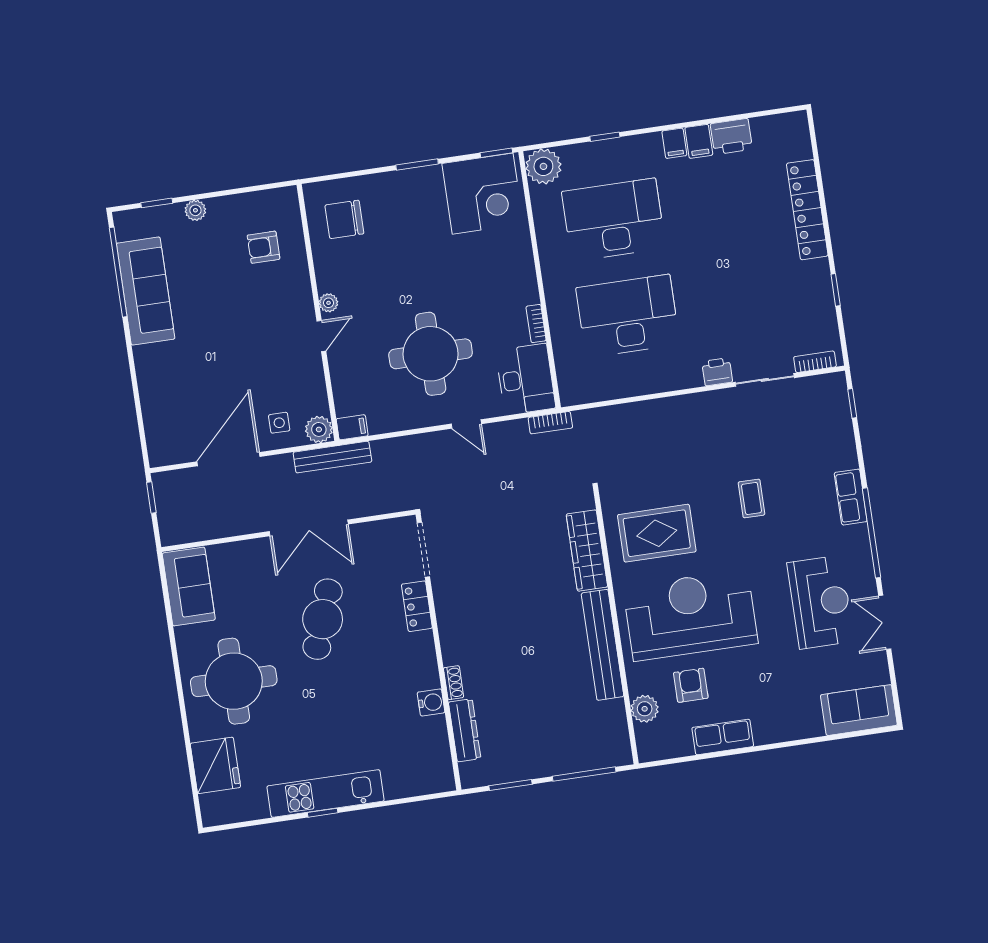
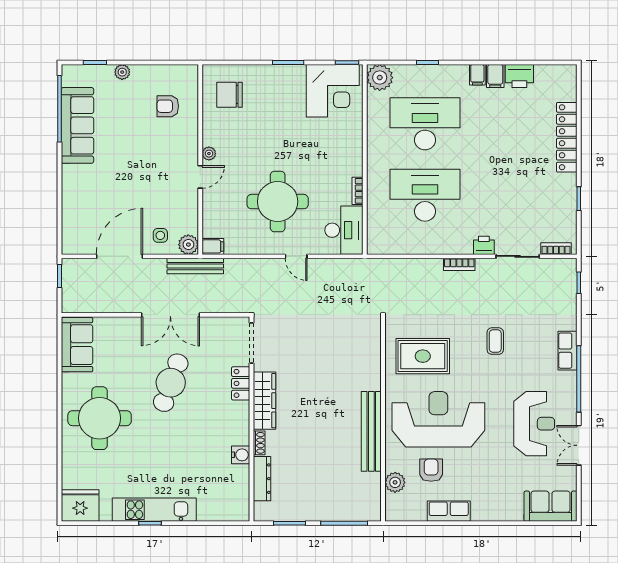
bookcase: (550, 423) -> (459, 264), moved
wardrobe: (587, 551) -> (264, 401), moved, turned 180
fridge: (215, 765) -> (80, 506), moved, turned -90

